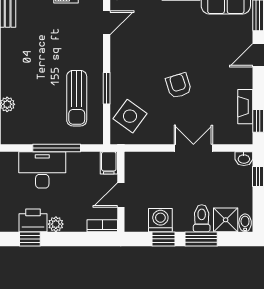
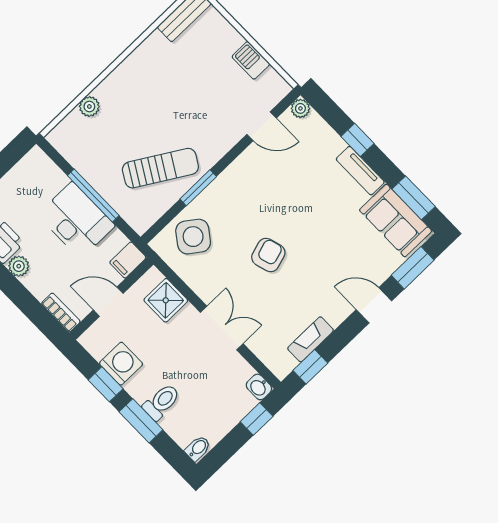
sun lounger: (77, 98) -> (160, 168), turned -149
desk: (42, 170) -> (76, 220), moved
shower: (226, 220) -> (166, 300), moved

